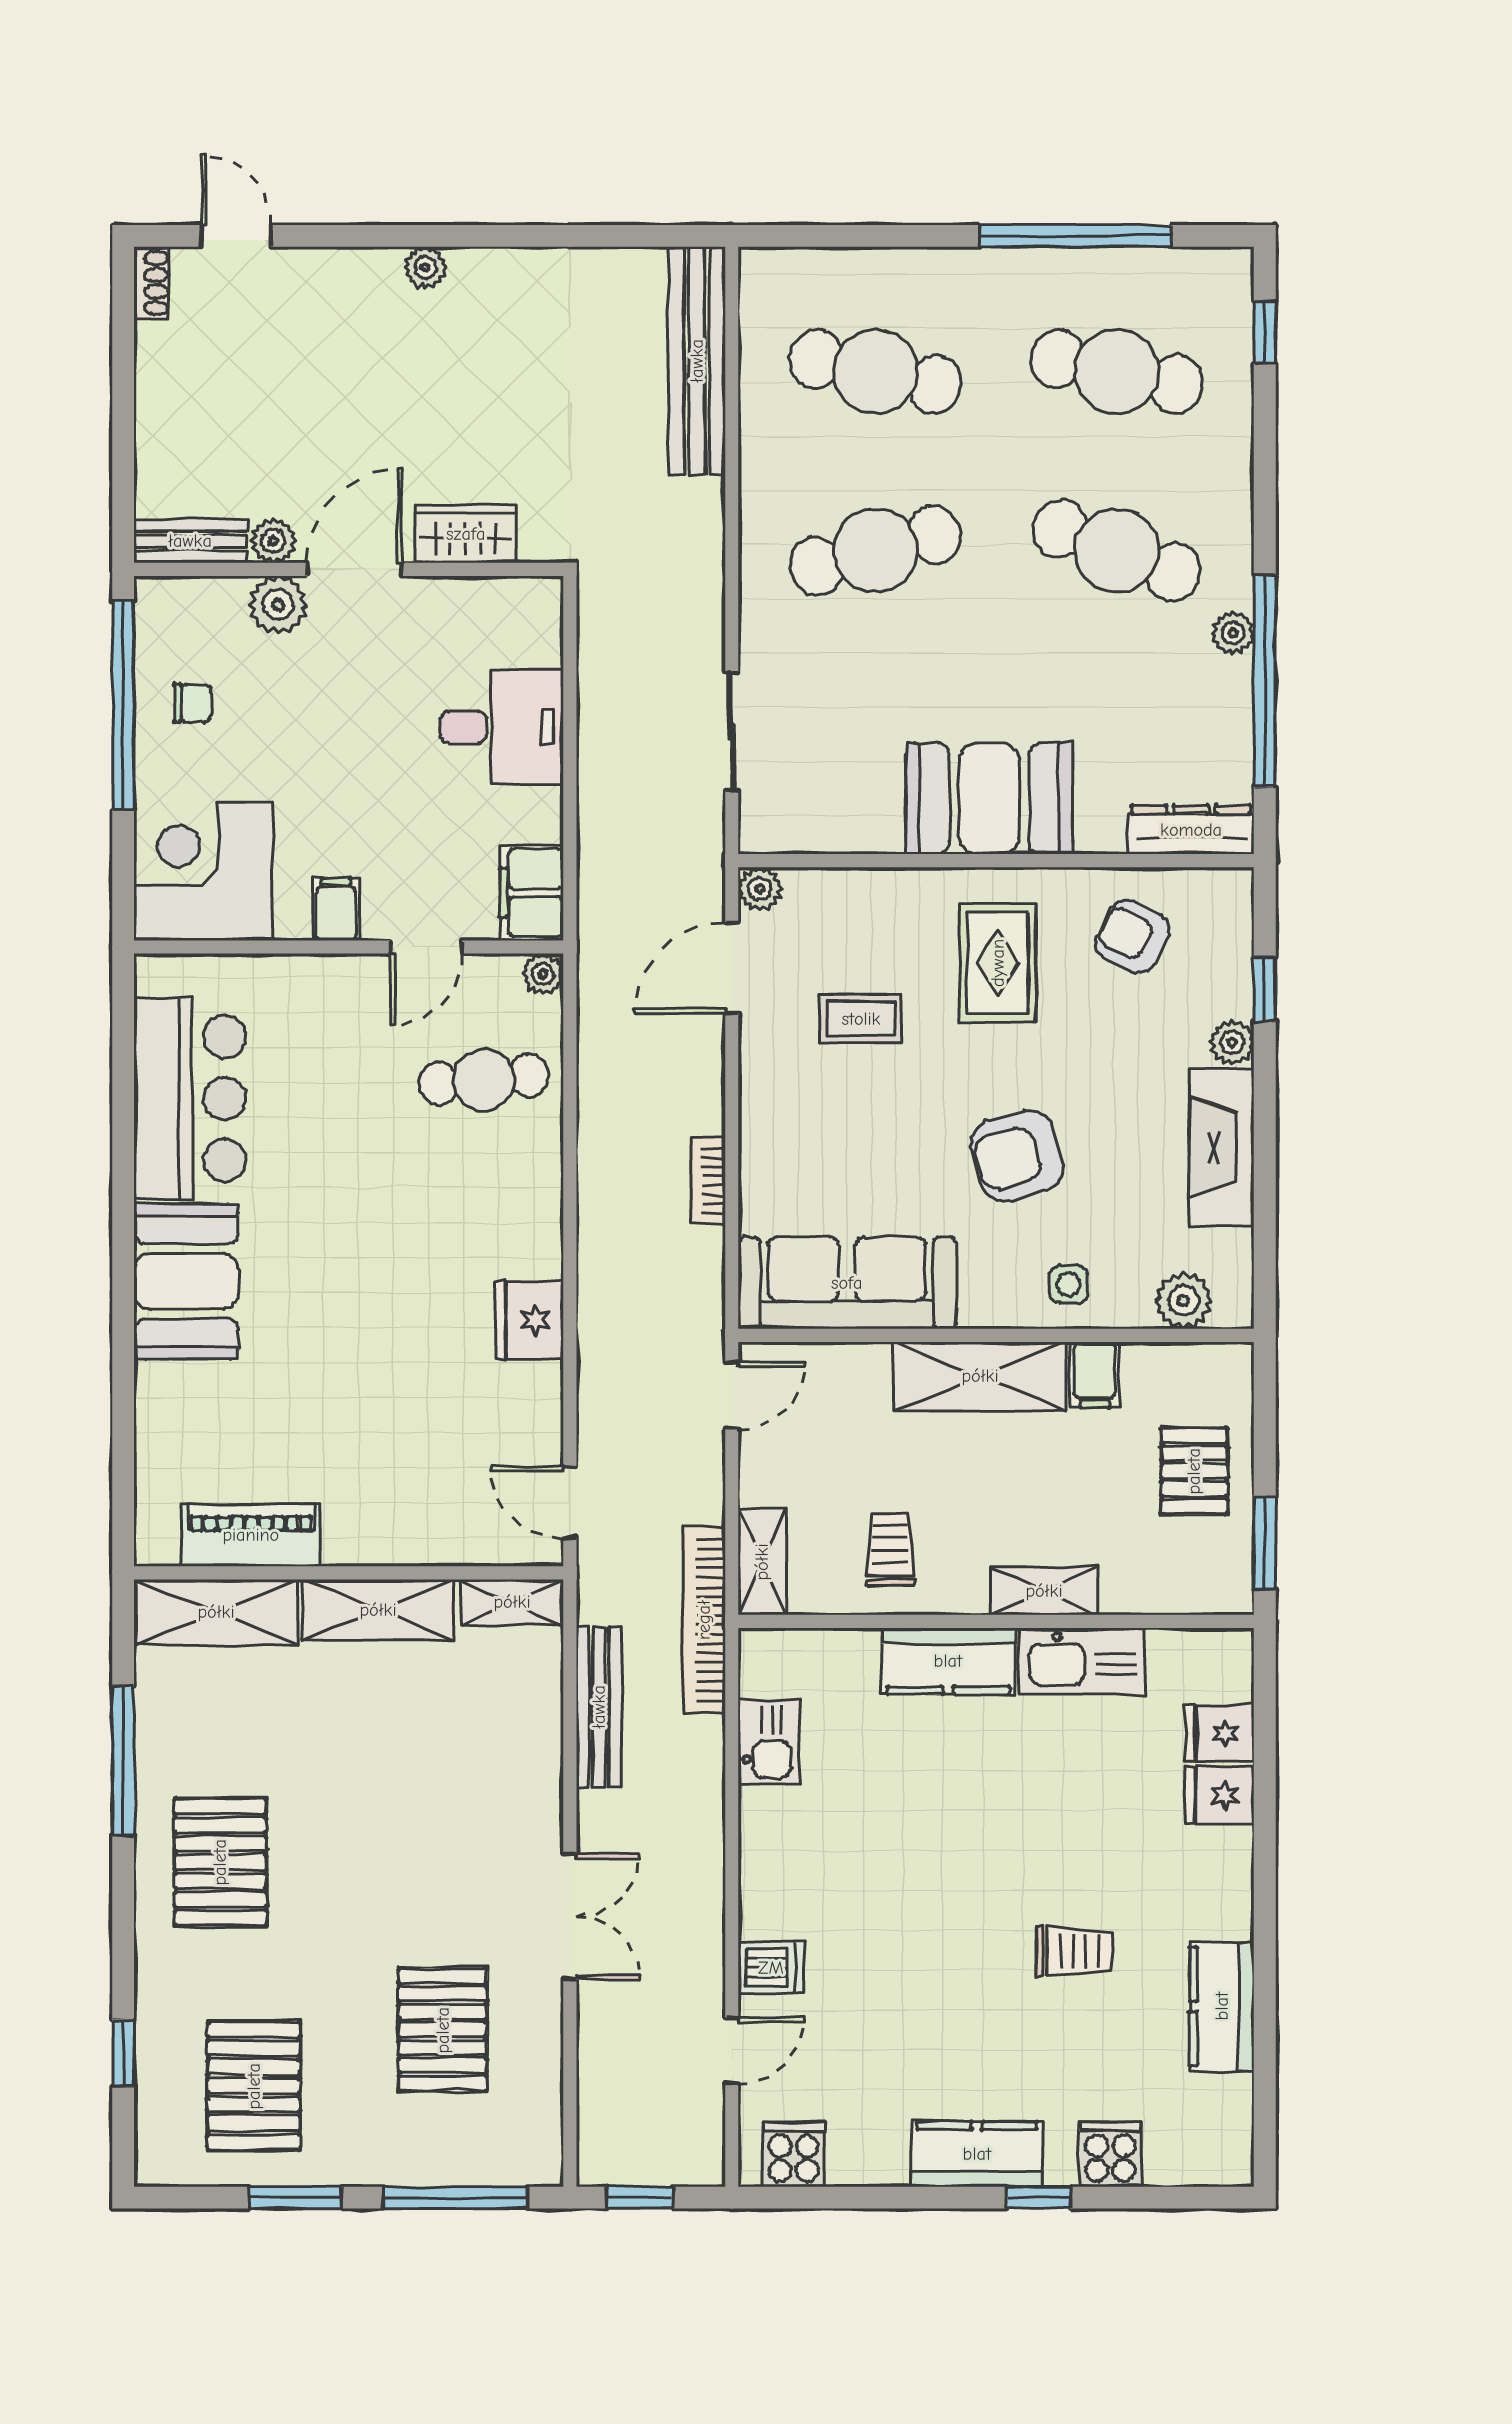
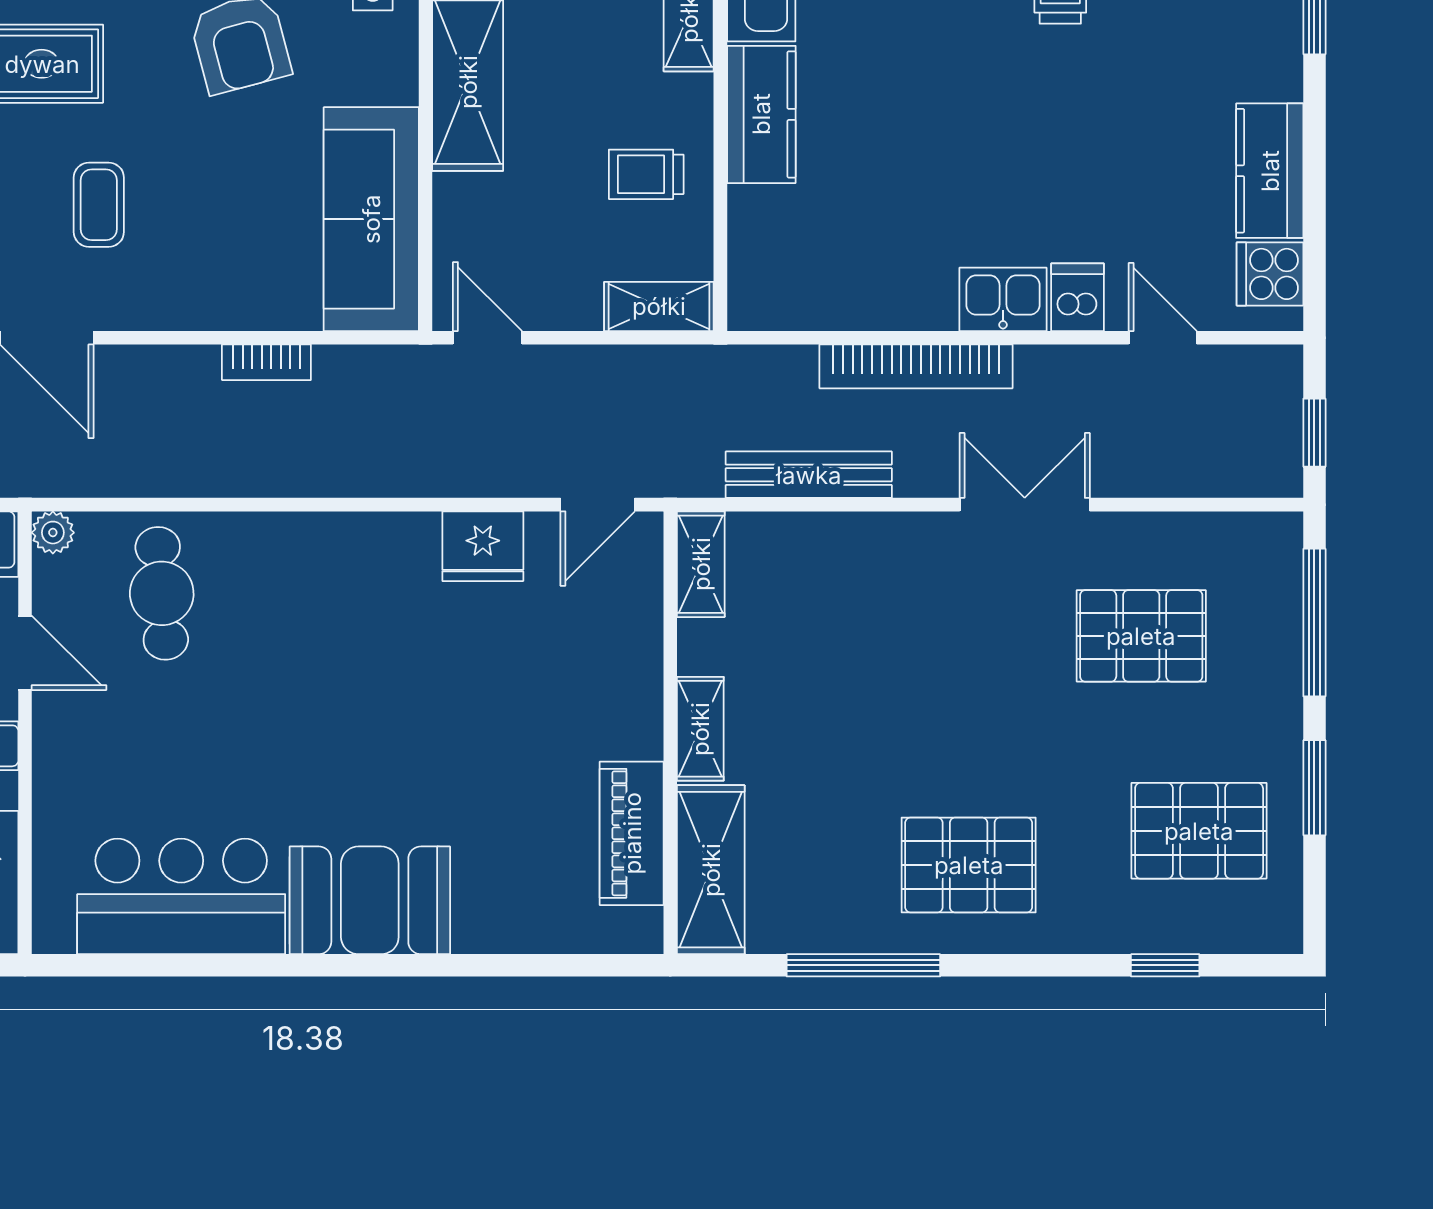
fridge: (530, 1320) -> (483, 546), moved
shelving: (378, 1610) -> (700, 729), width x0.67, depth x0.75
bookcase: (704, 1620) -> (916, 366), moved
kitchen sink: (769, 1742) -> (1003, 299), moved
kitchen counter: (977, 2154) -> (1270, 171), moved

